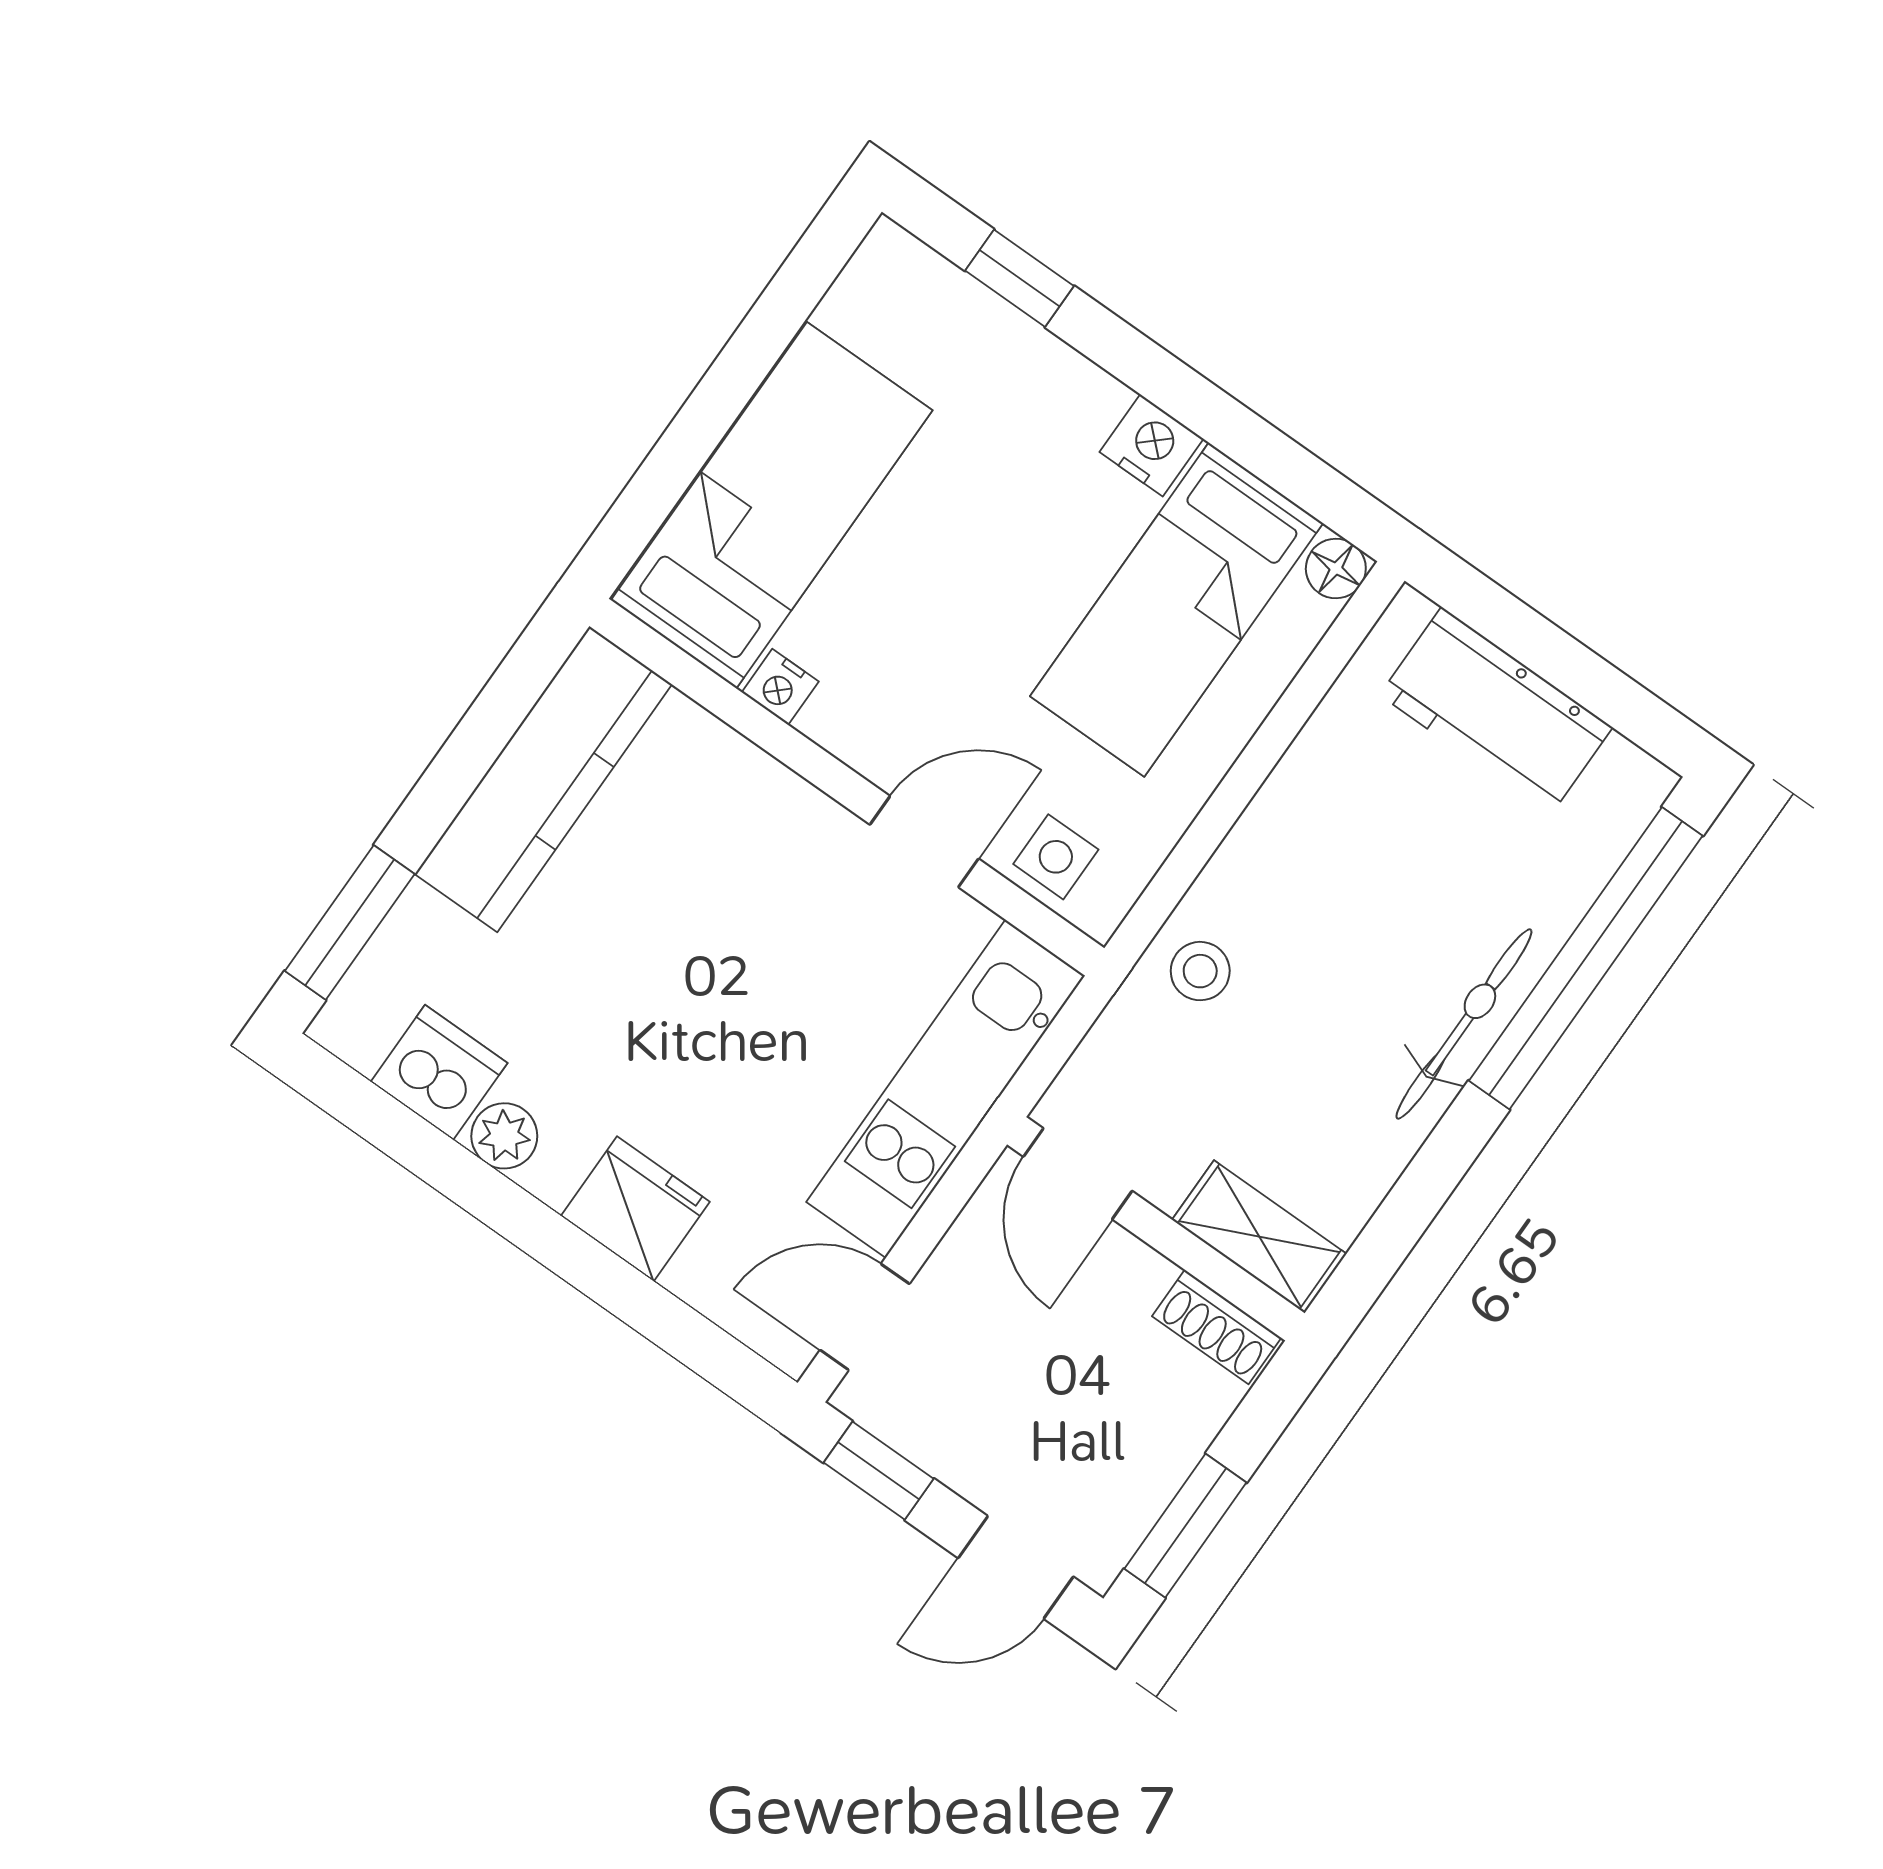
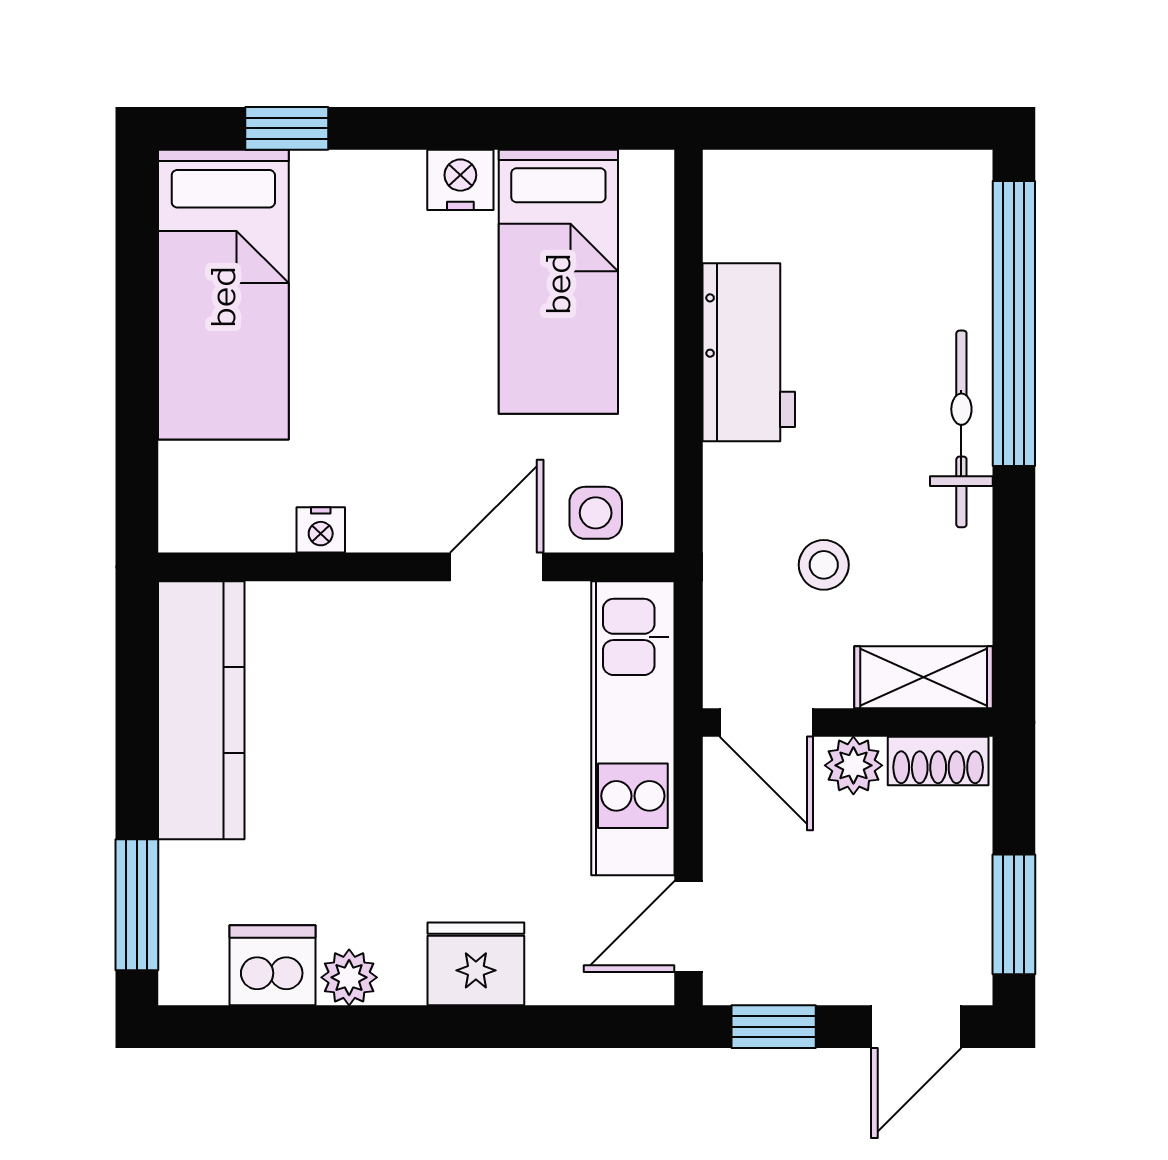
bed: (772, 505) -> (223, 295), moved, turned 180
floor lamp: (1336, 568) -> (649, 175), removed
workbench: (1496, 711) -> (749, 352), moved, turned -90
stool: (1200, 971) -> (824, 565), moved
plant: (1132, 1274) -> (853, 765), added

